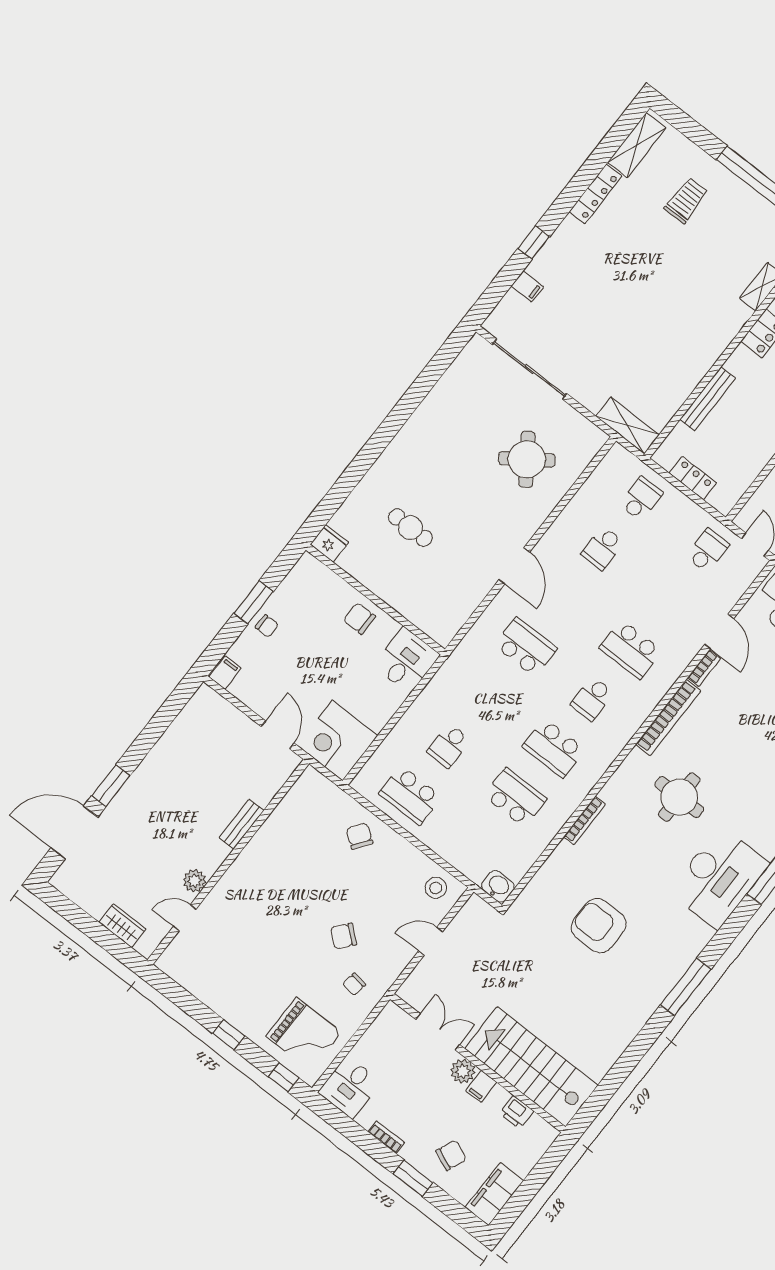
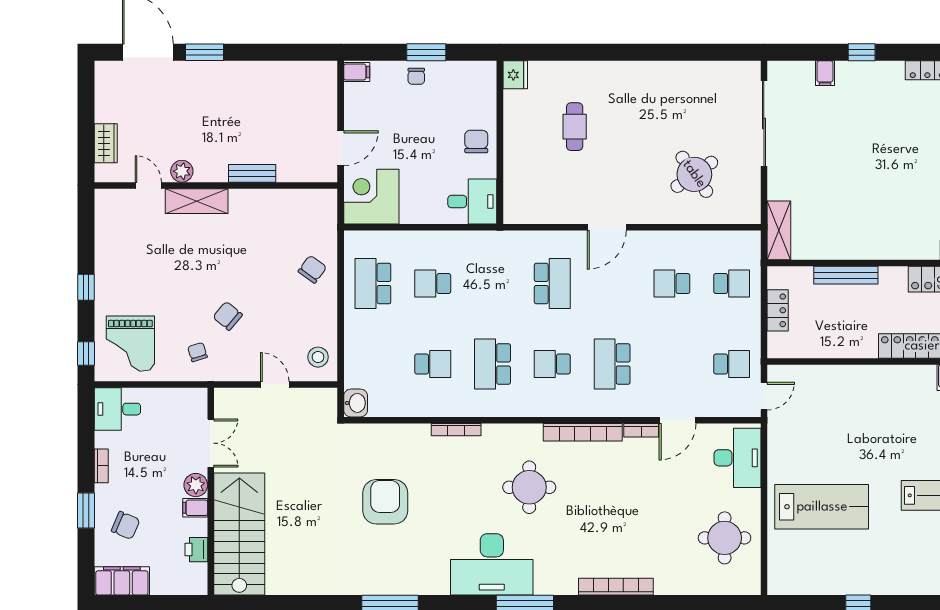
school desk: (515, 798) -> (433, 364), width x0.54
shelving: (229, 888) -> (197, 201), added
chair: (354, 984) -> (197, 352), turned 65

